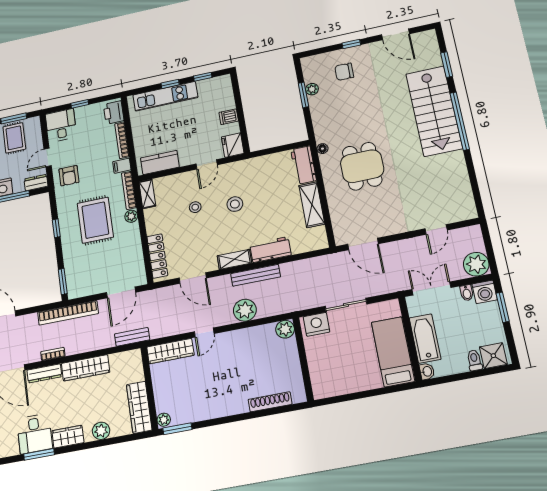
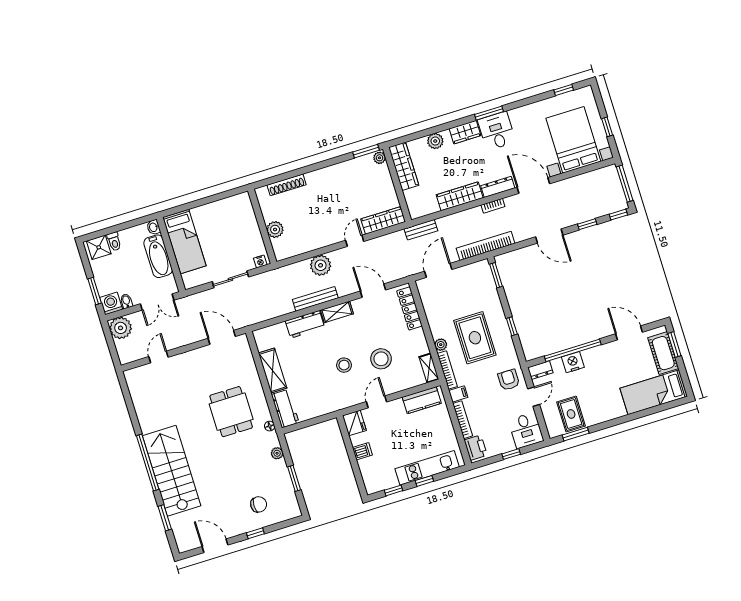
plant: (312, 89) -> (277, 453), moved
stool: (195, 207) -> (381, 359), width x1.89, depth x1.89
nightstand: (317, 324) -> (260, 262), width x0.53, depth x0.56
plant: (285, 329) -> (275, 230), moved

